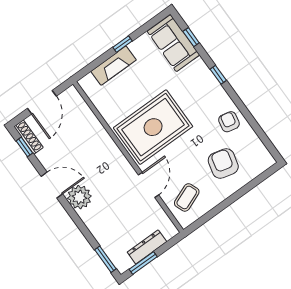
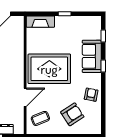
sofa: (173, 43) -> (92, 56), moved
fireplace: (114, 66) -> (40, 22), moved
armchair: (223, 163) -> (72, 114), turned 43

